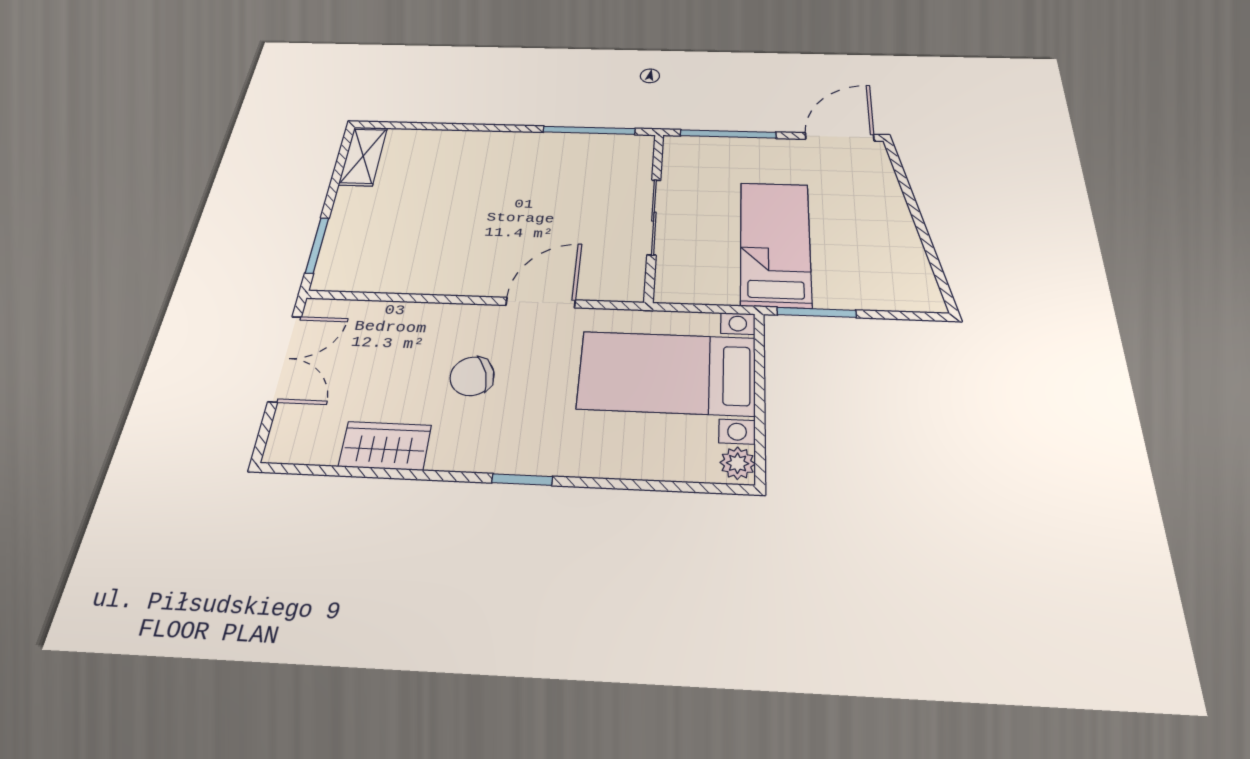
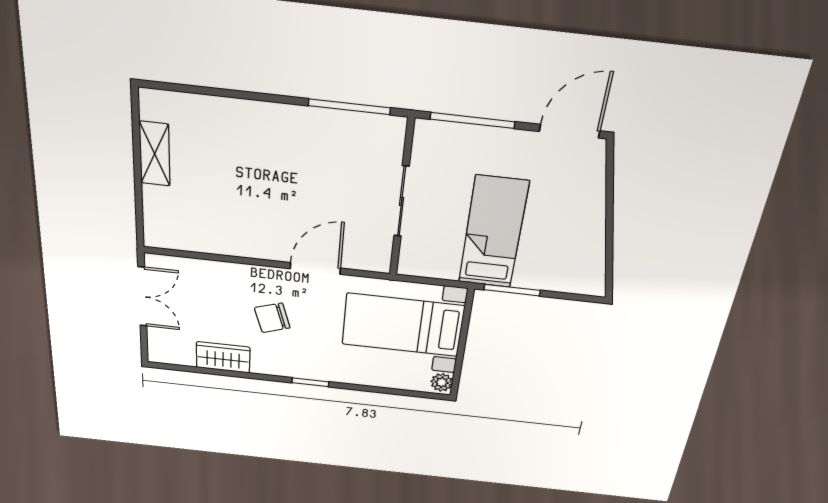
shelving: (363, 156) -> (155, 154), moved
window: (317, 245) -> (139, 208), removed

